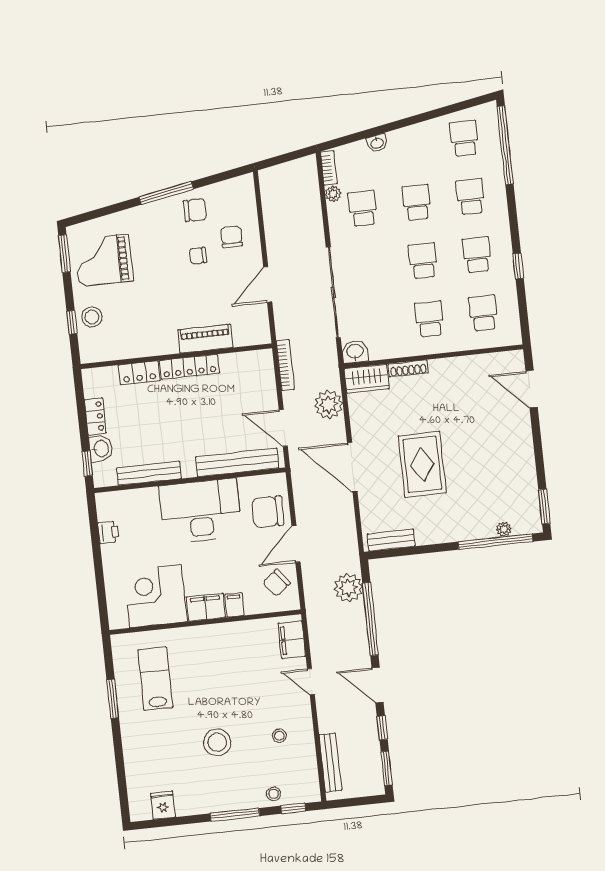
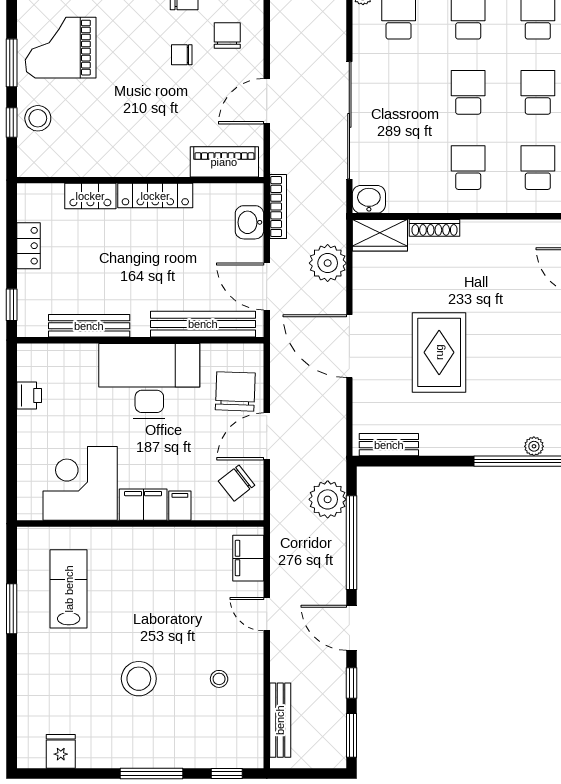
window: (64, 254) -> (12, 63), moved
piano: (205, 339) -> (224, 162), moved
washbasin: (101, 449) -> (249, 222), moved, turned 180
chair: (268, 512) -> (235, 391), turned 92
stool: (274, 794) -> (204, 752), removed

